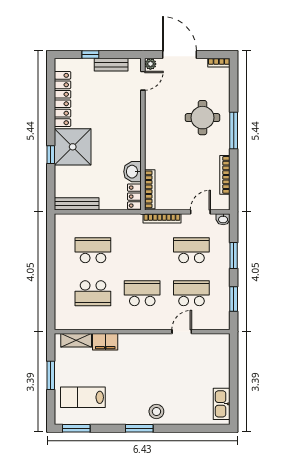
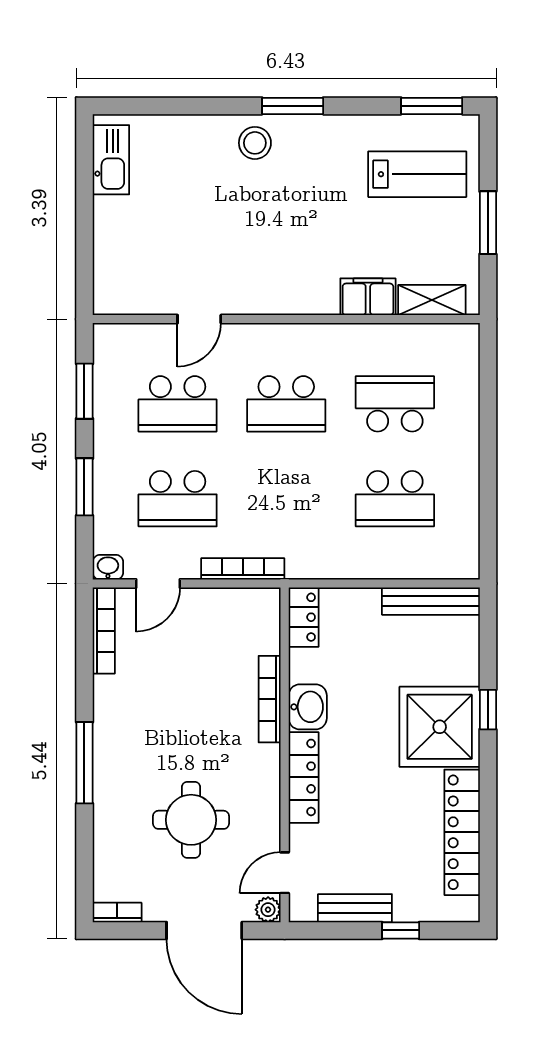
round table: (203, 118) -> (191, 820), moved
locker: (134, 124) -> (304, 777), added
washbasin: (133, 172) -> (308, 707), moved
bookcase: (225, 175) -> (104, 631), moved
bookcase: (150, 189) -> (270, 699), moved

